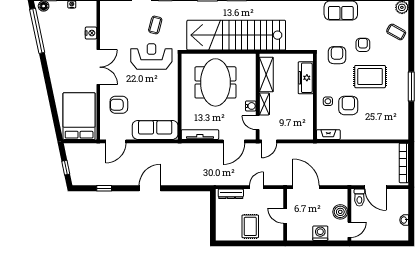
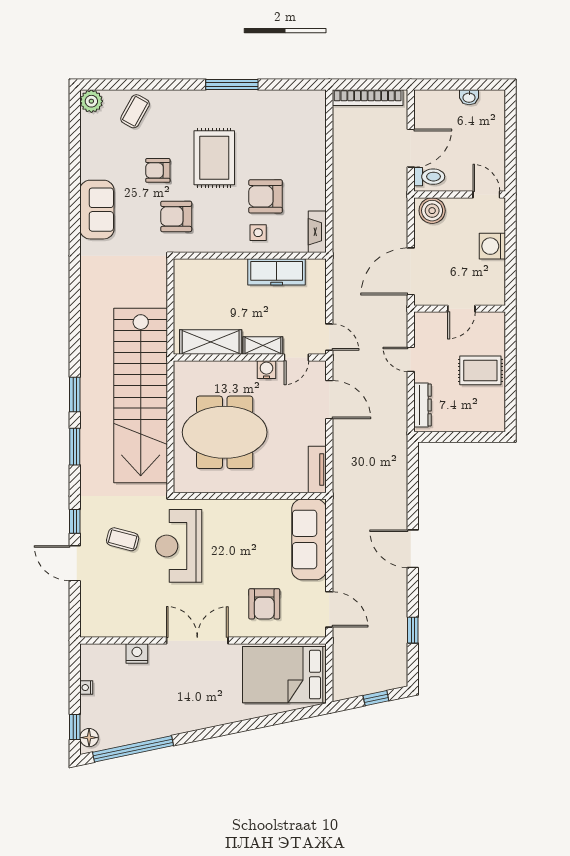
freezer: (306, 78) -> (277, 272), moved
tv unit: (200, 135) -> (317, 469), width x0.71
boiler: (340, 212) -> (432, 211), moved

